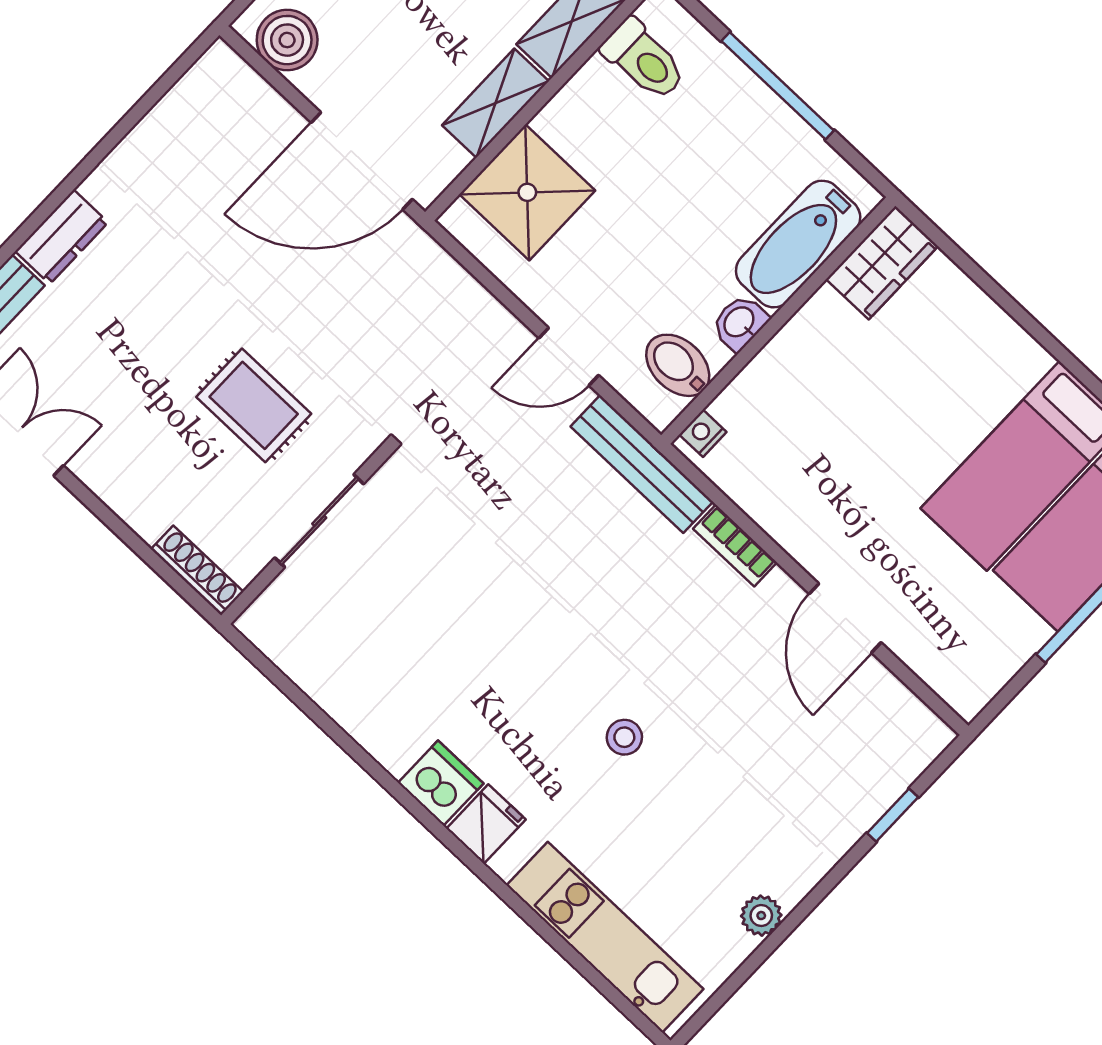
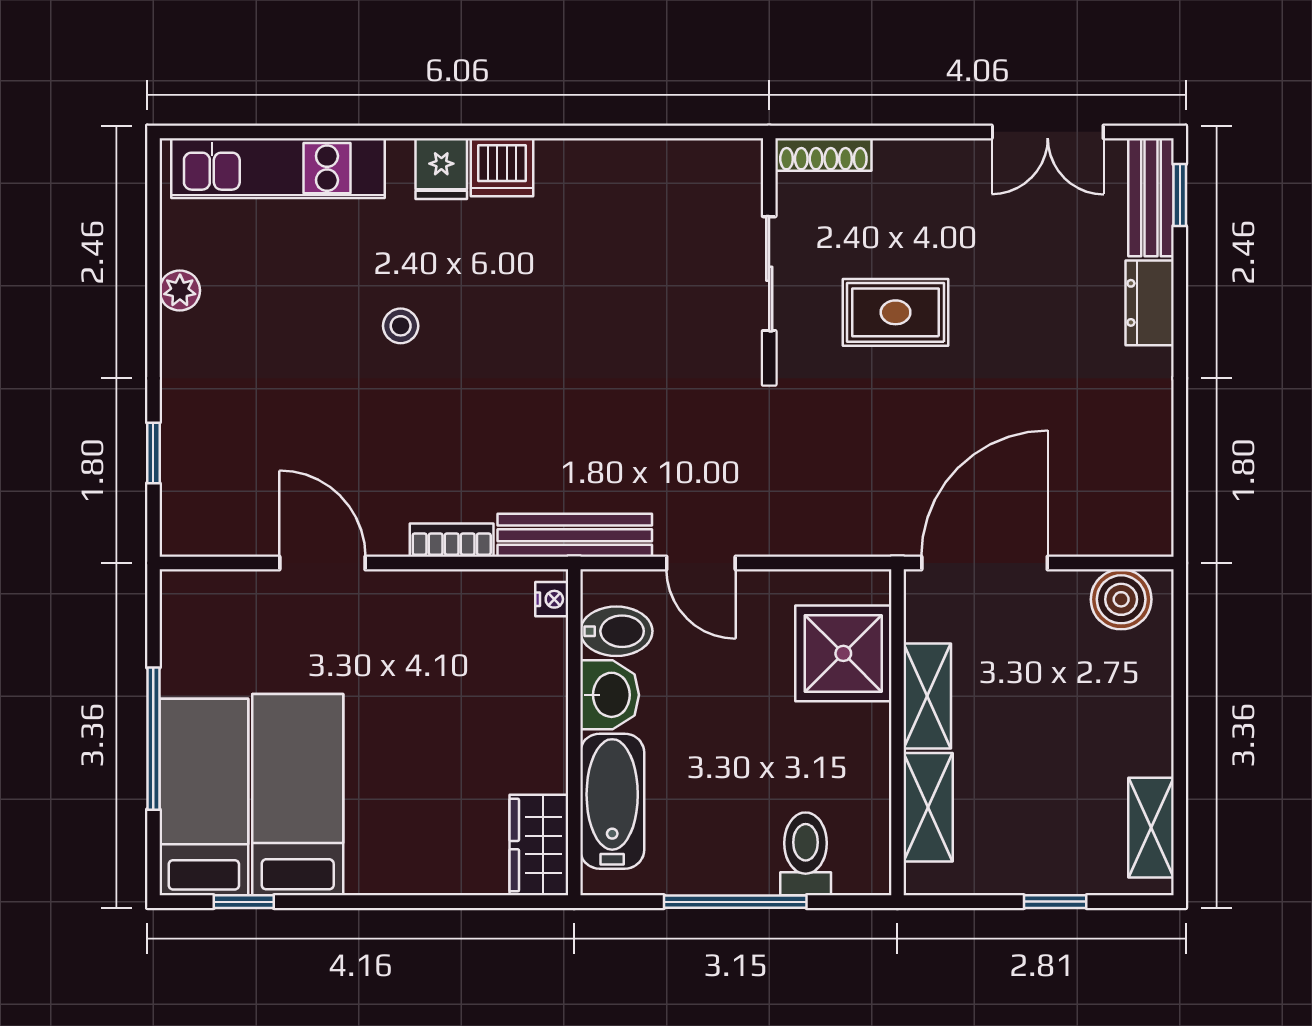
toilet: (644, 60) -> (806, 854), moved, turned 90
washbasin: (740, 323) -> (610, 695), width x1.38, depth x1.45
door: (569, 357) -> (701, 563), swing flipped

